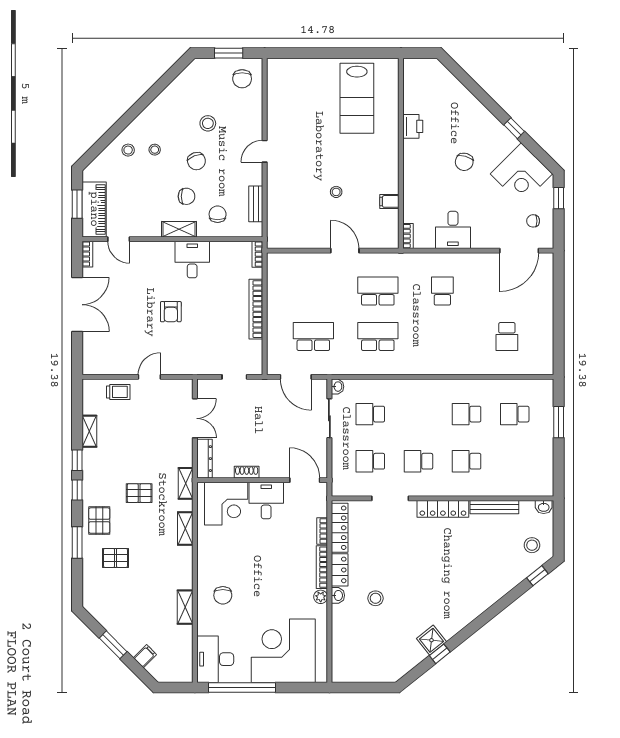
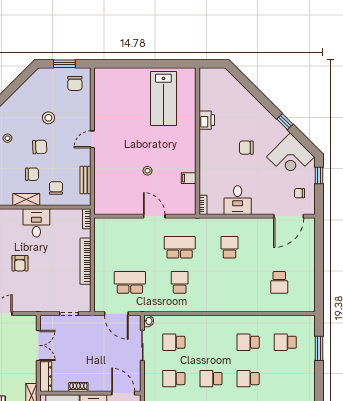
chair: (196, 161) -> (40, 147), turned -71
chair: (464, 162) -> (246, 148), turned 74
school desk: (378, 337) -> (180, 282), width x0.54

